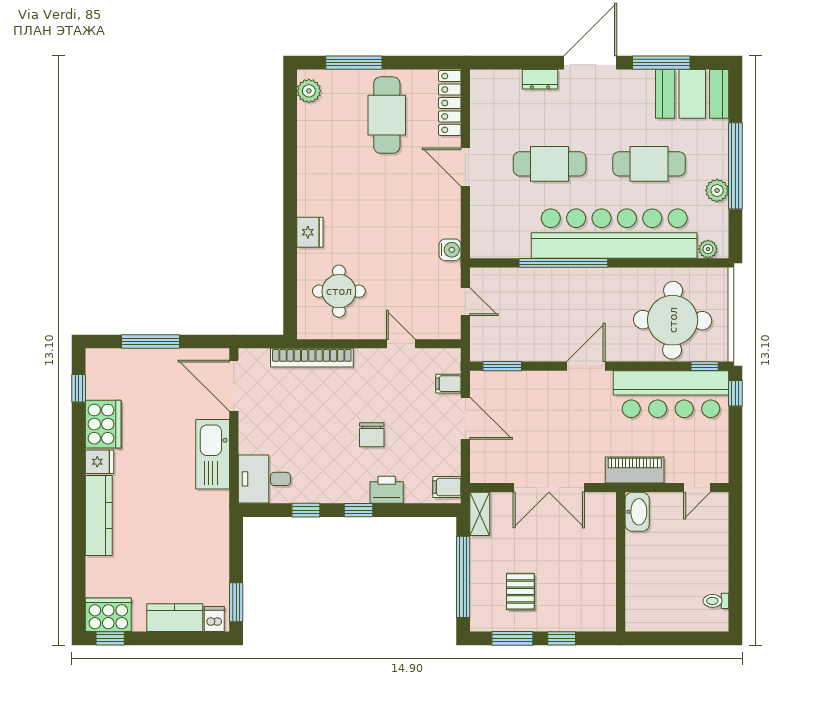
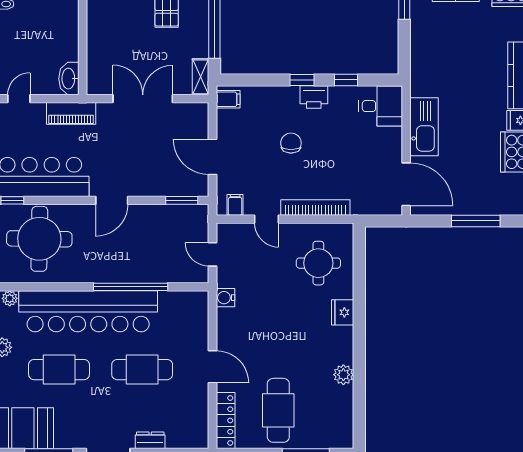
plant: (309, 91) -> (343, 375), moved
bookcase: (312, 358) -> (315, 207), moved
filing cabinet: (448, 384) -> (235, 205), moved, turned -90
printer: (387, 490) -> (314, 97), moved

